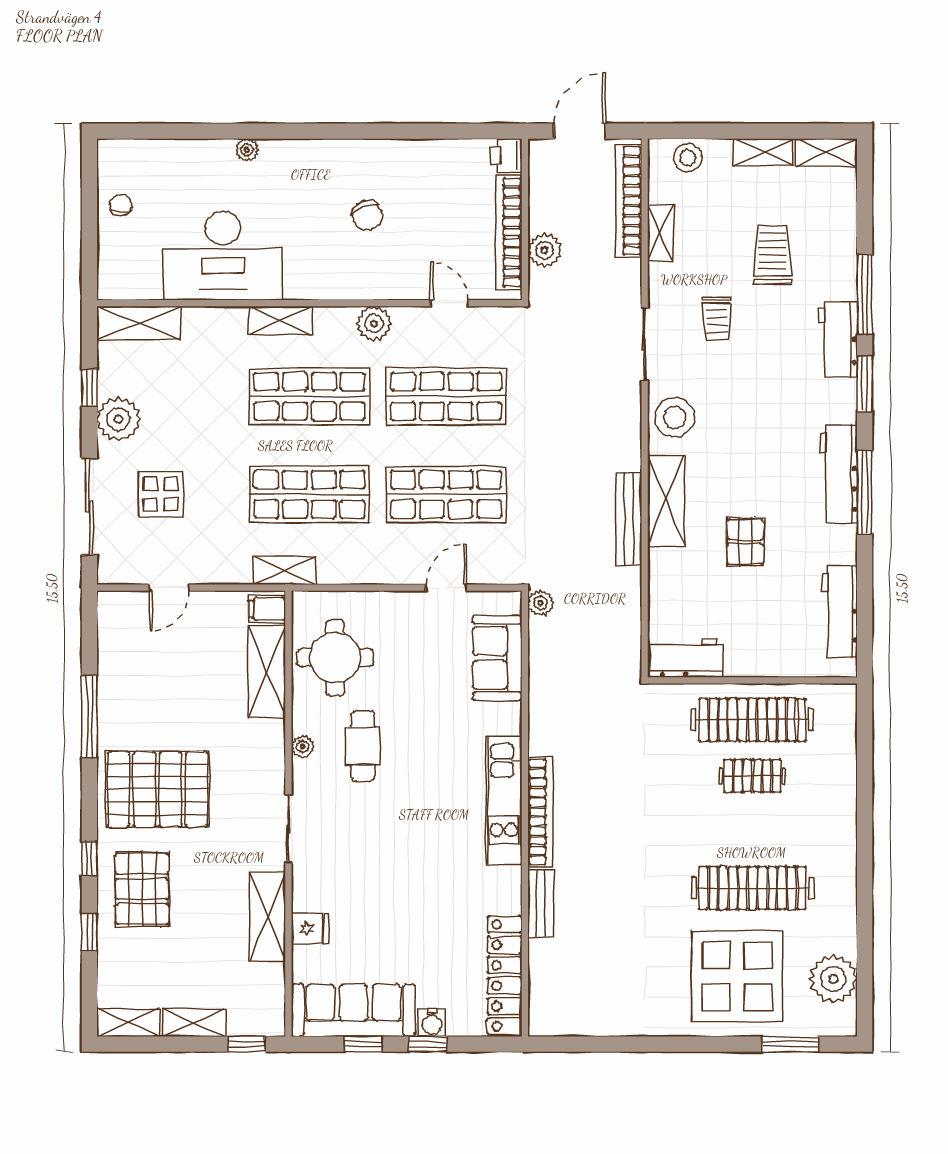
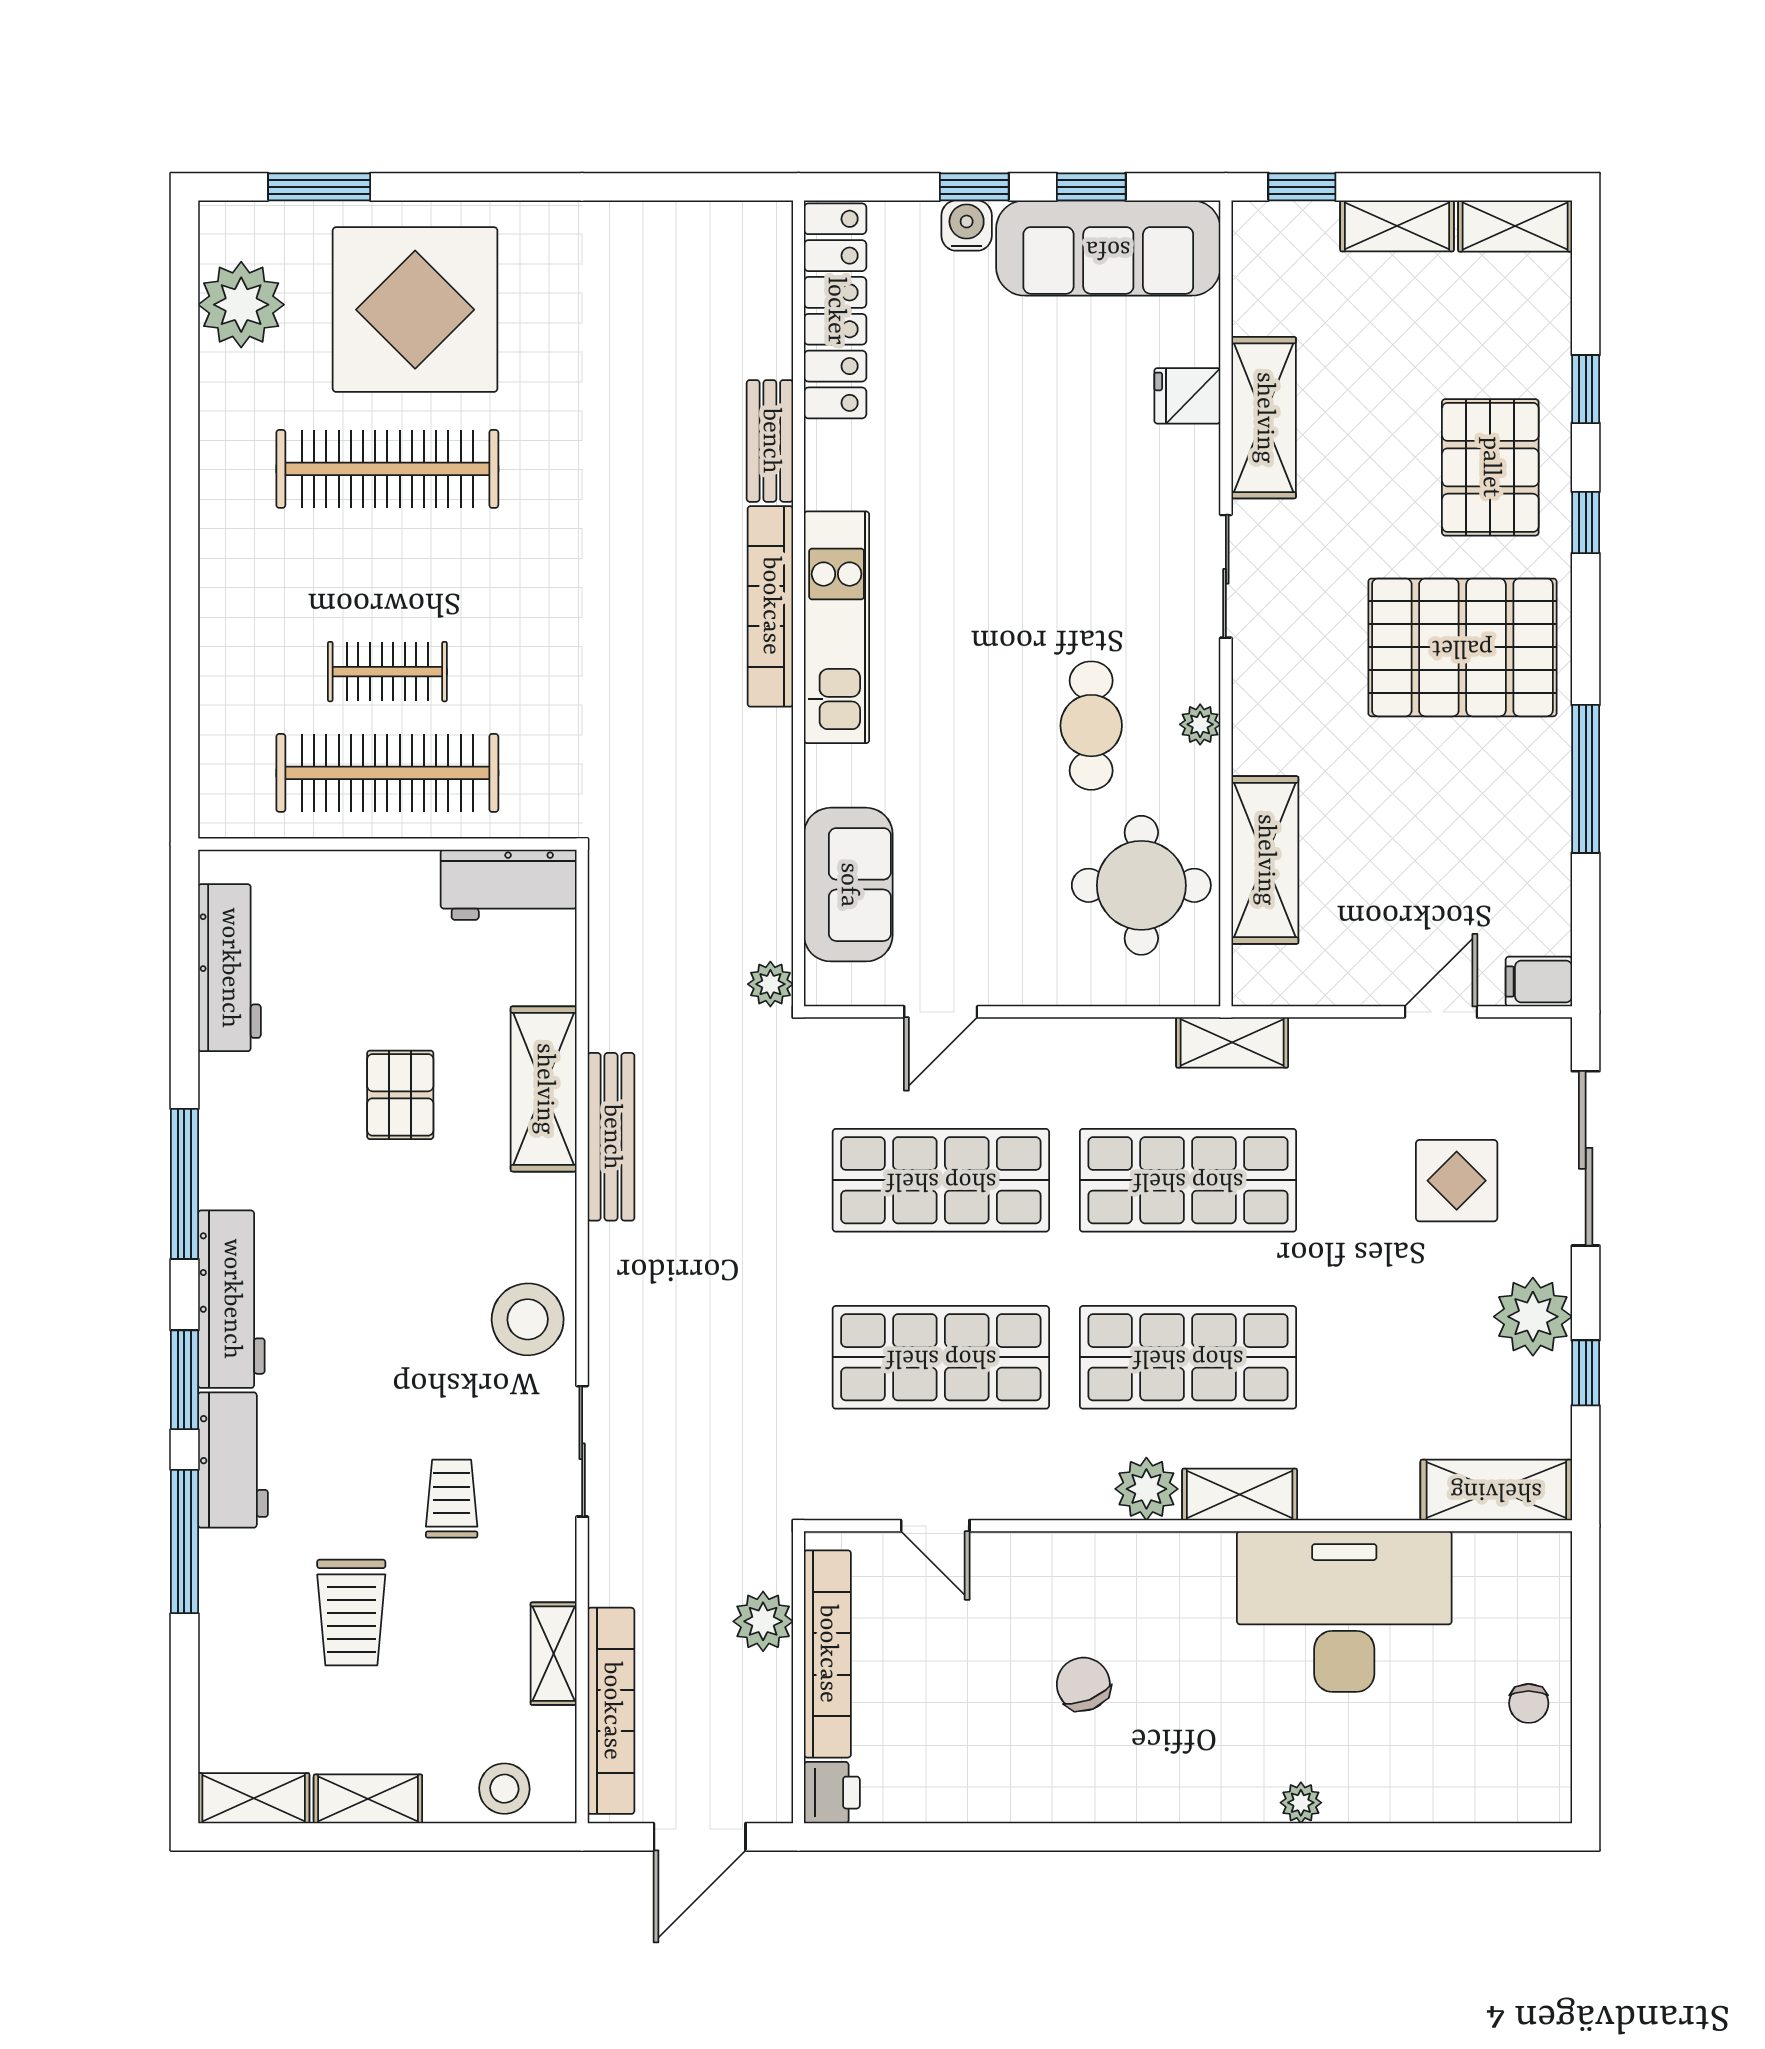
plant: (374, 324) -> (1146, 1489), moved
workbench: (839, 474) -> (231, 1299), moved
shelving: (666, 501) -> (544, 1089), moved
filing cabinet: (267, 609) -> (1539, 982), moved, turned 180

